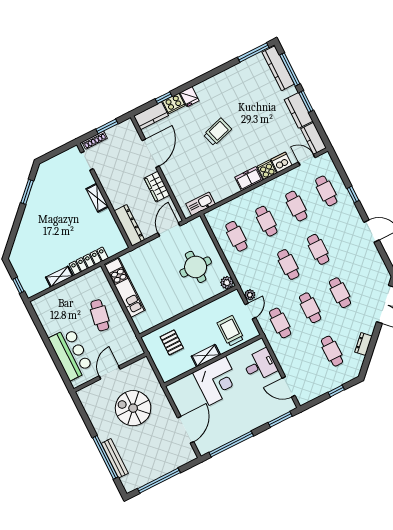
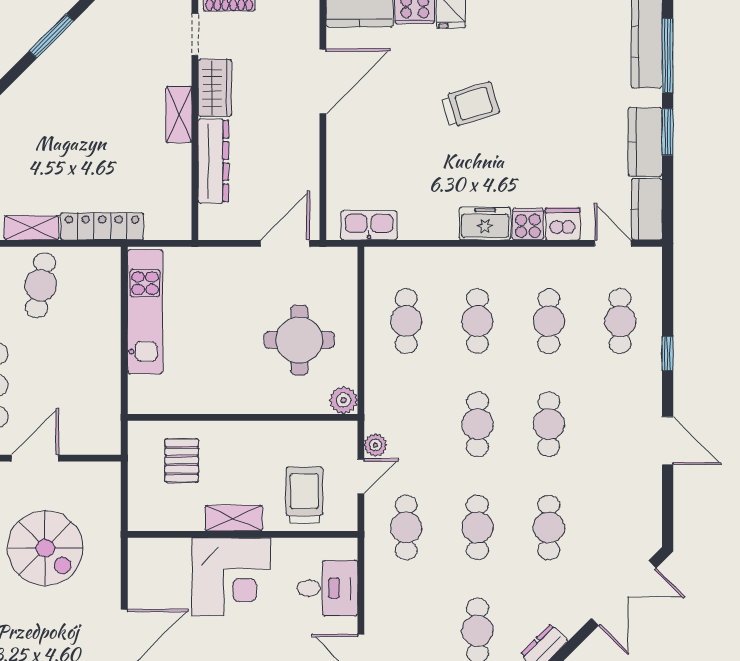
wardrobe: (157, 187) -> (215, 88), moved, turned 180
dresser: (129, 225) -> (213, 161), moved
cafe table: (100, 315) -> (41, 285), moved
spiral stairs: (133, 408) -> (45, 548), turned 180

